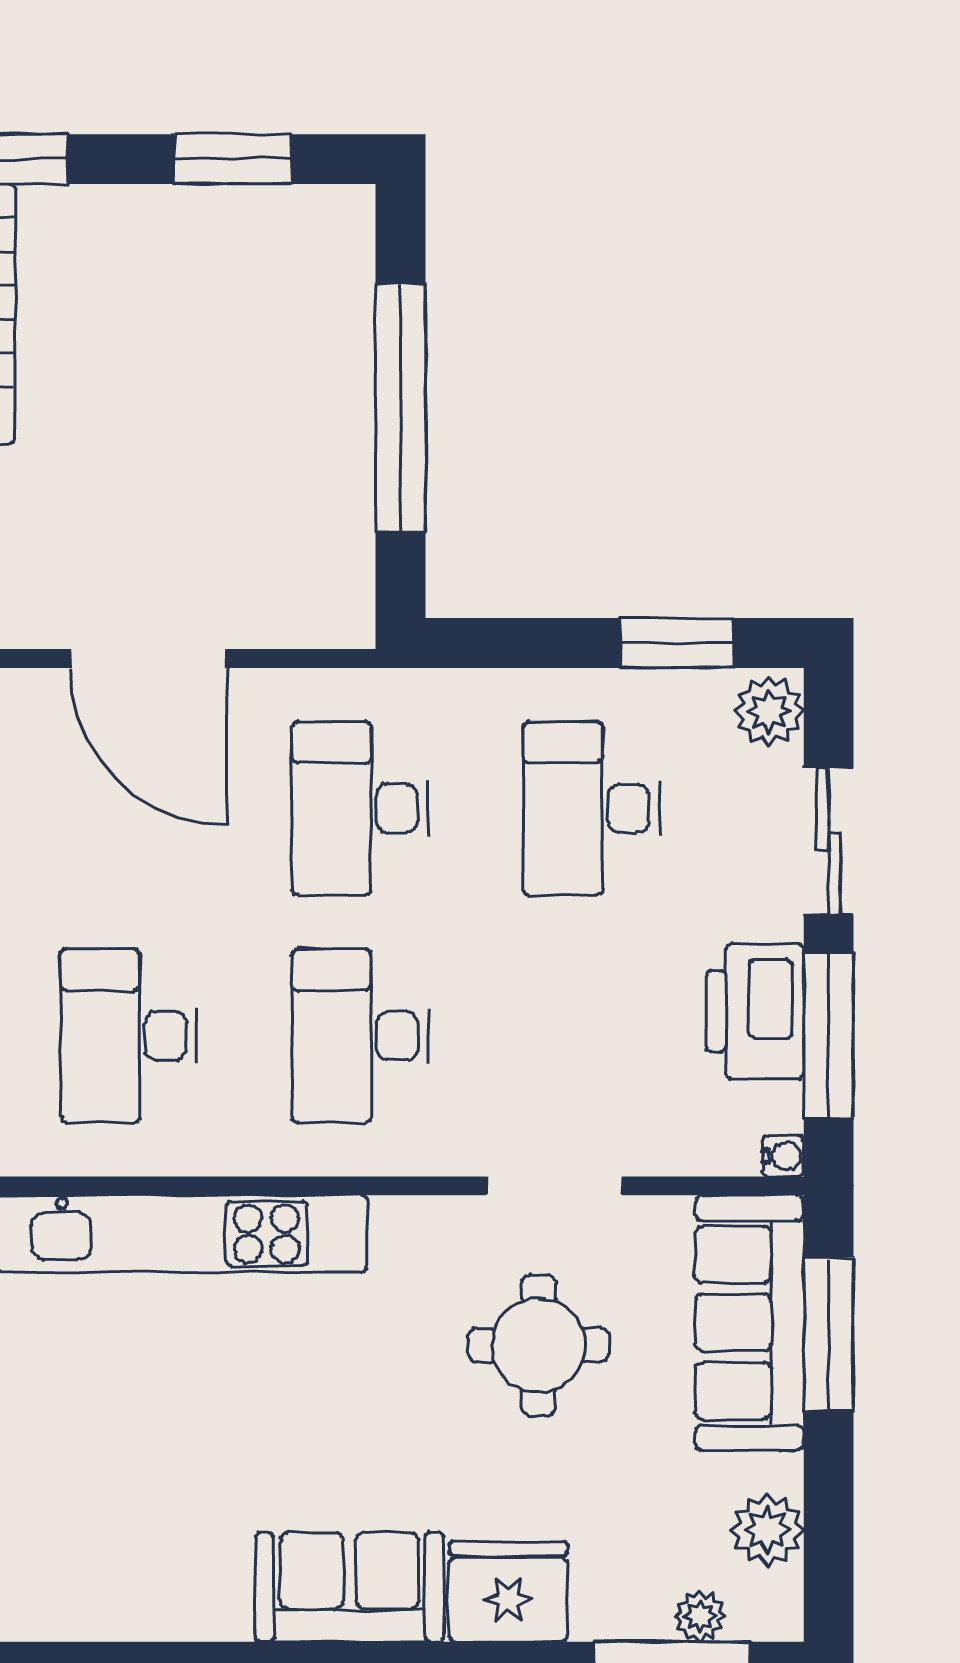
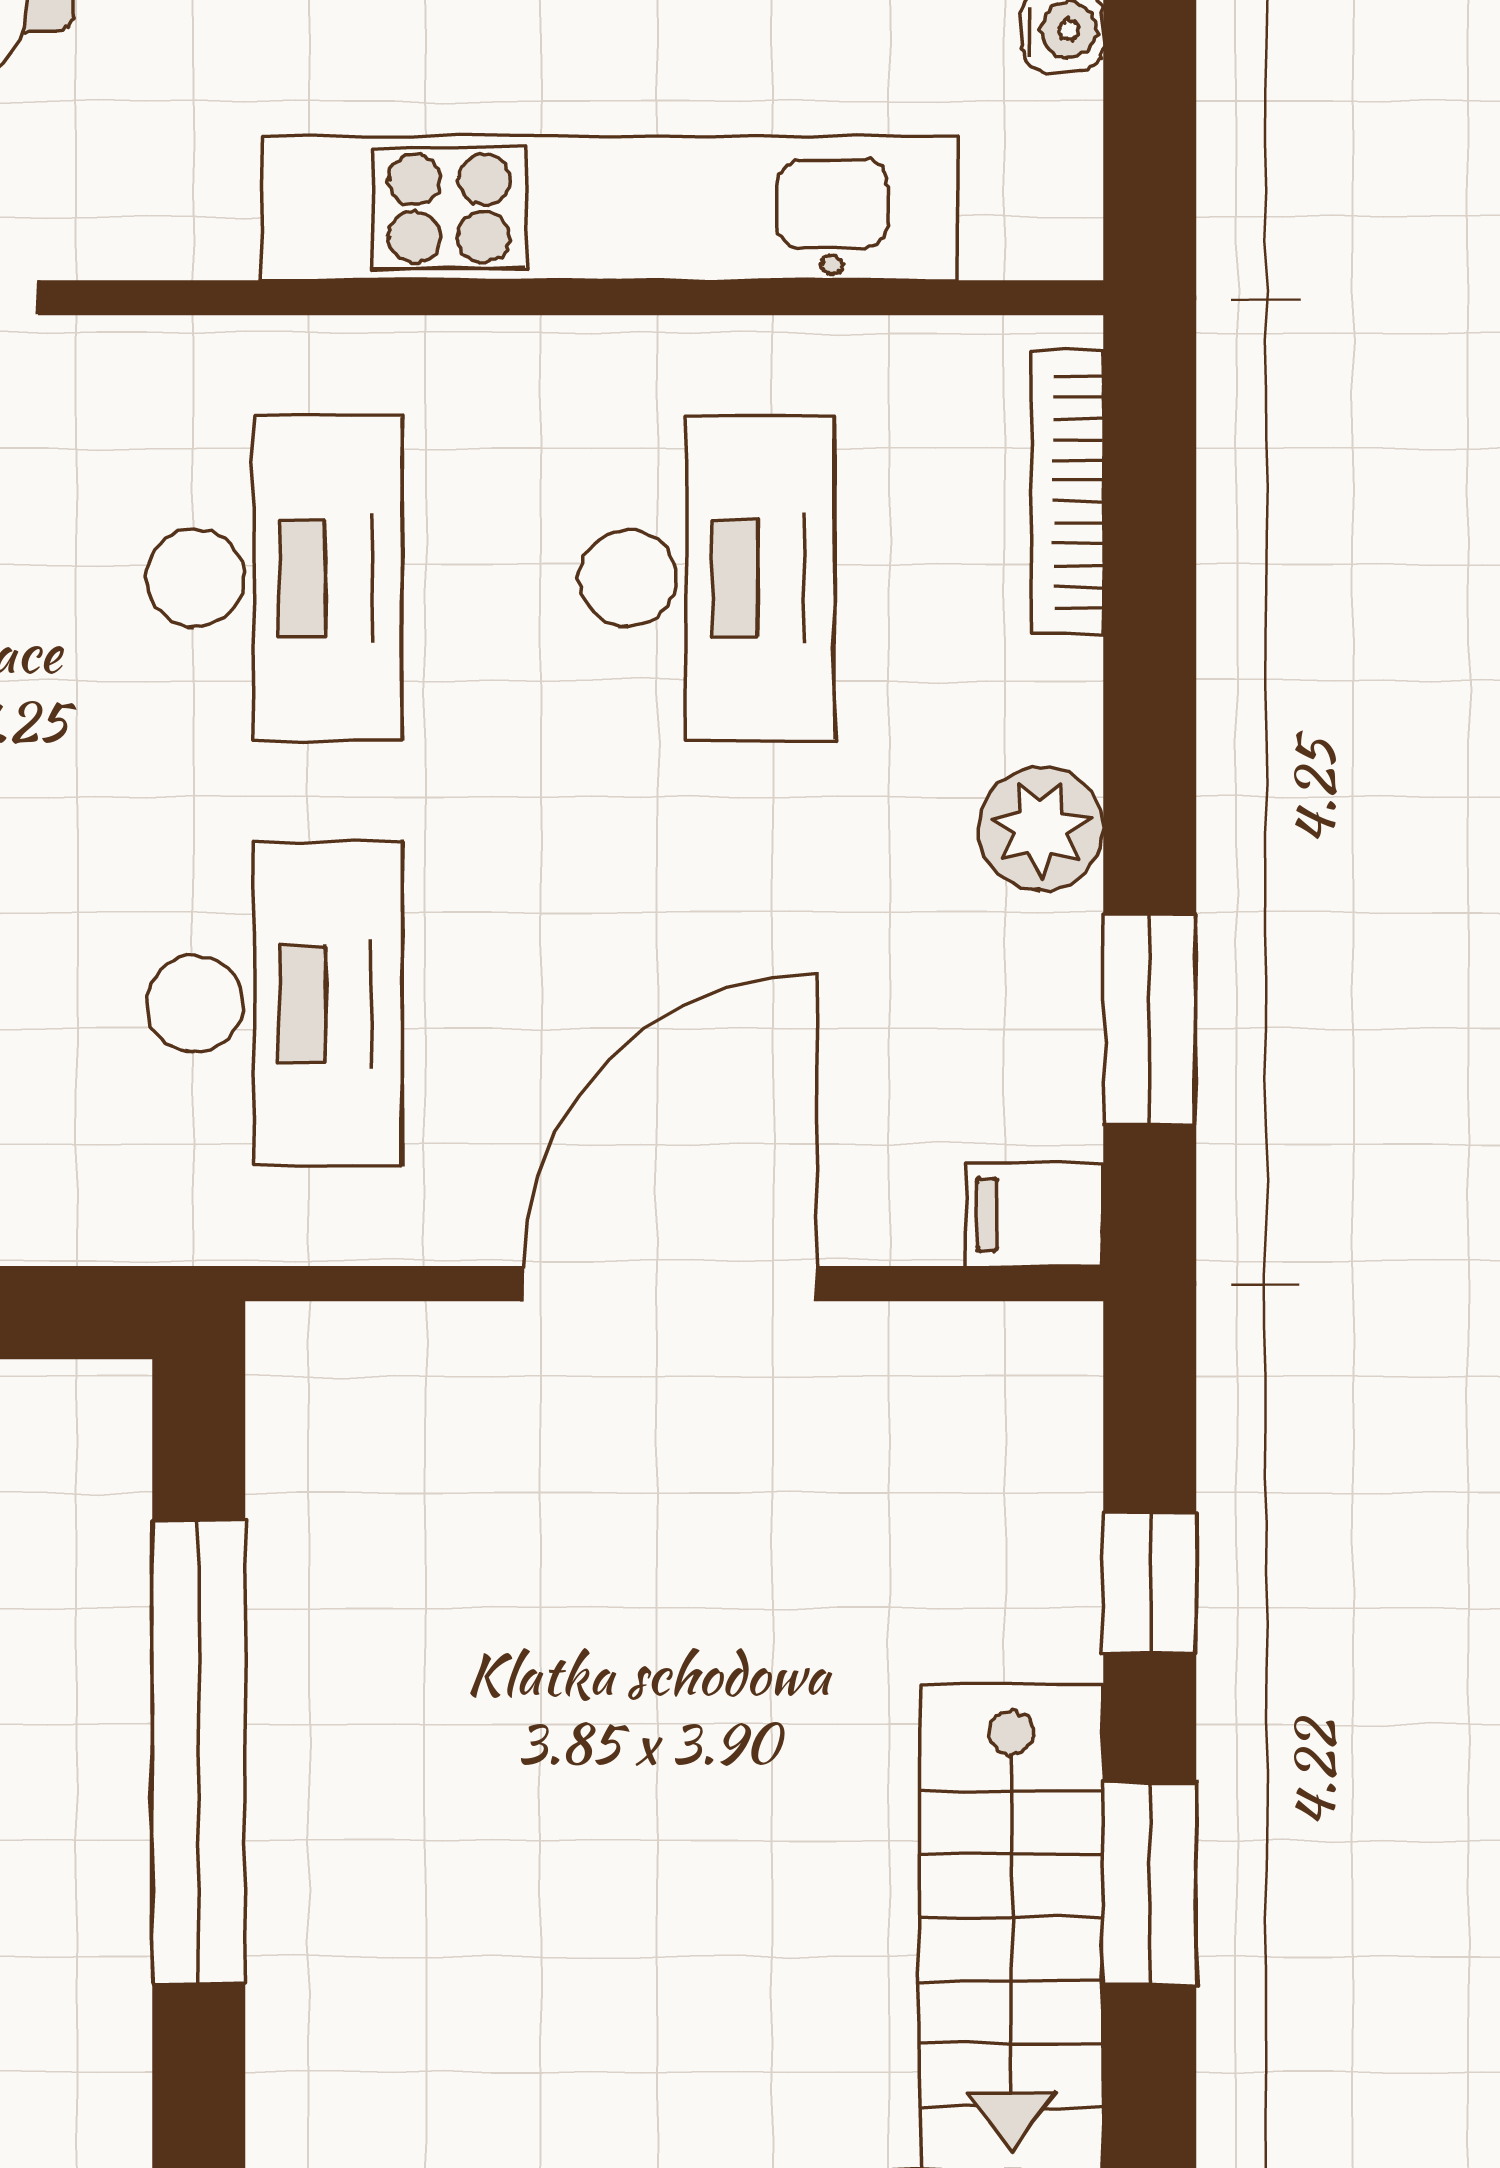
door: (148, 658) -> (670, 1284), hinge flipped

